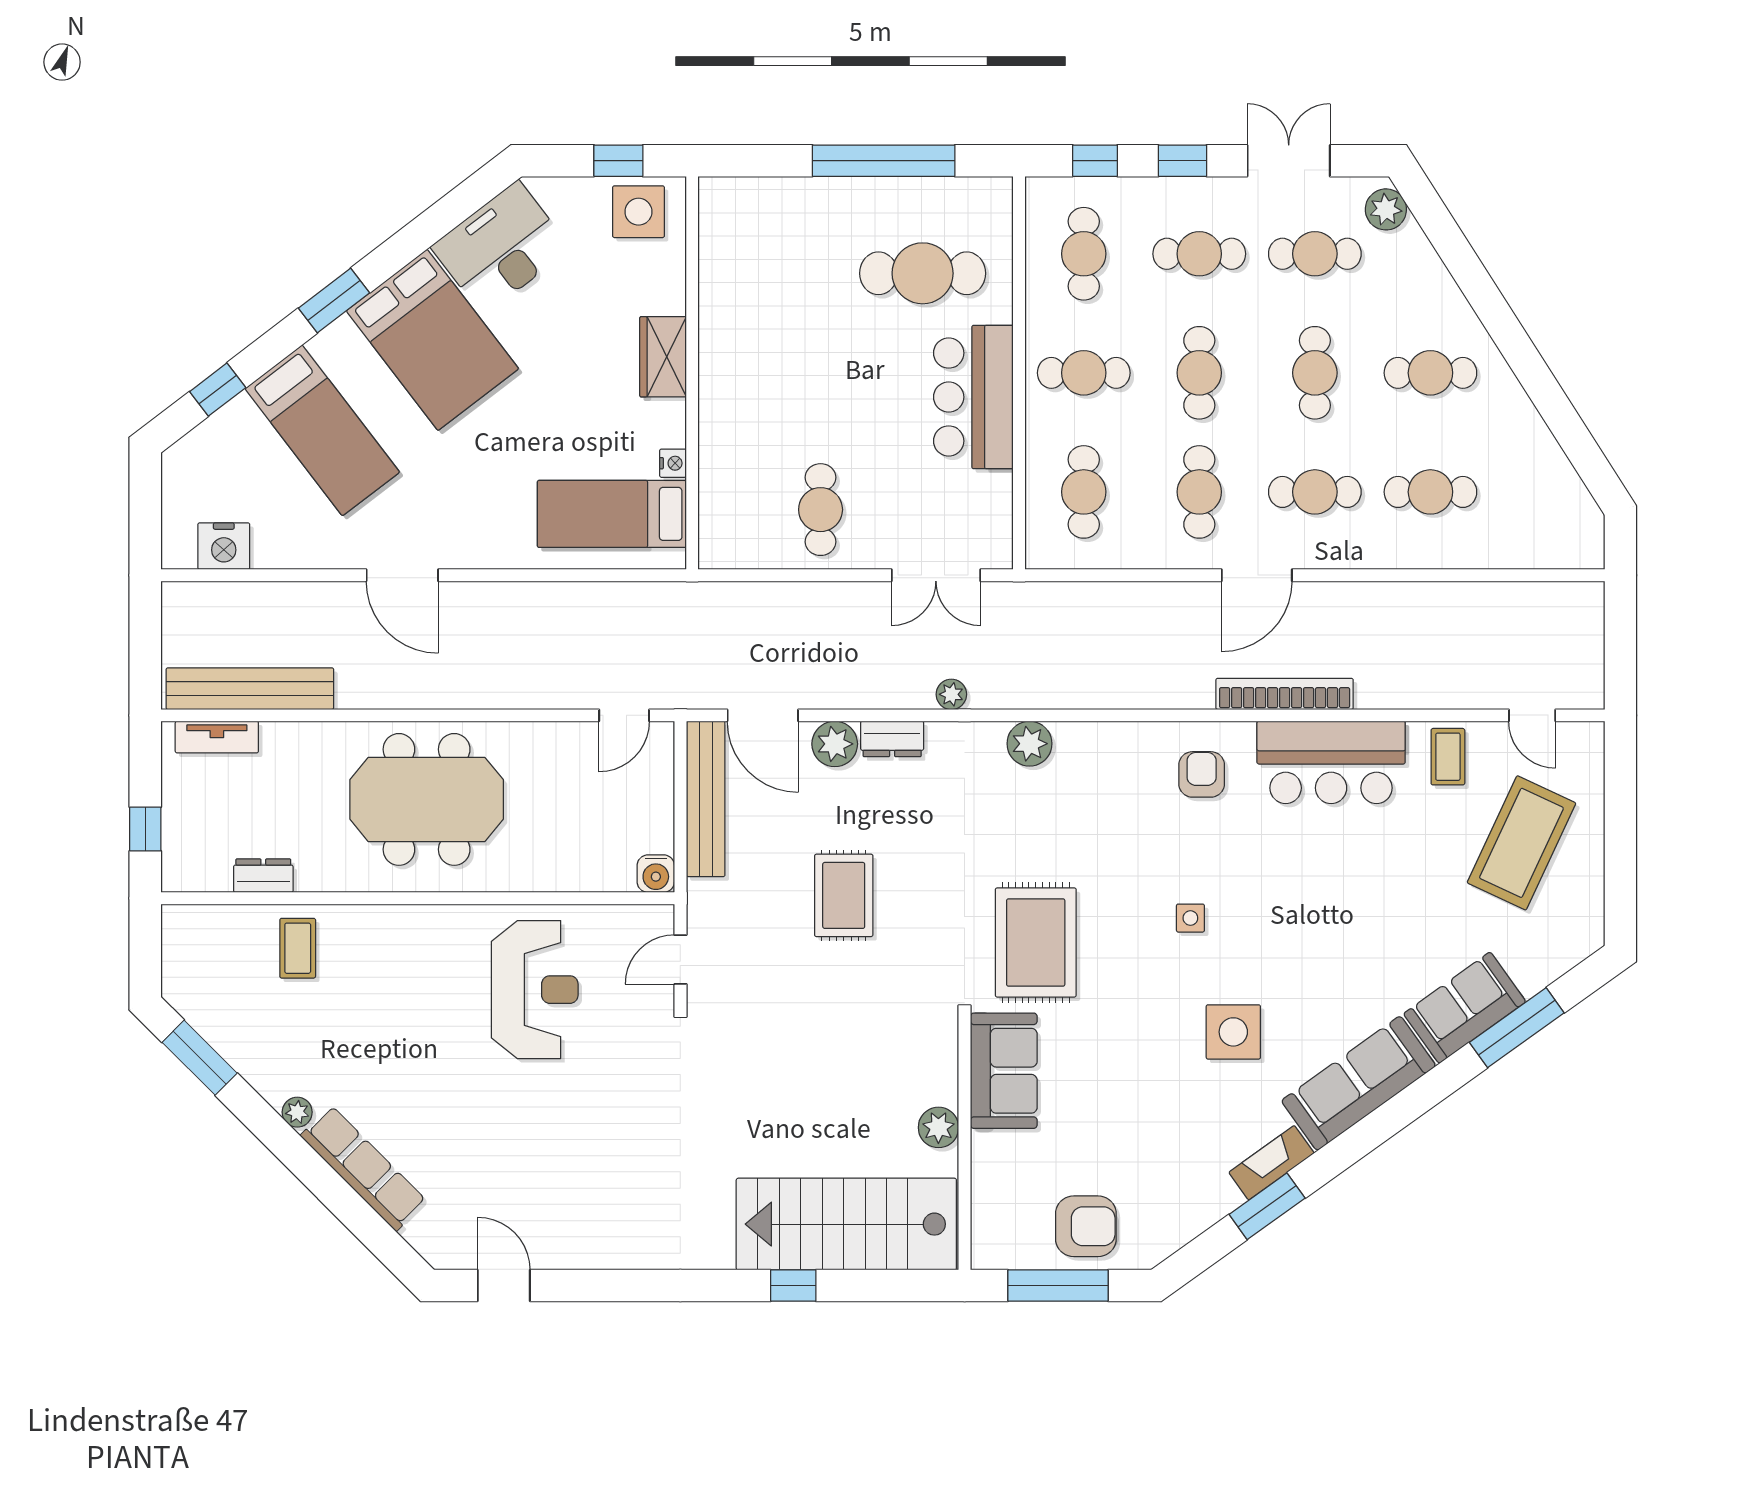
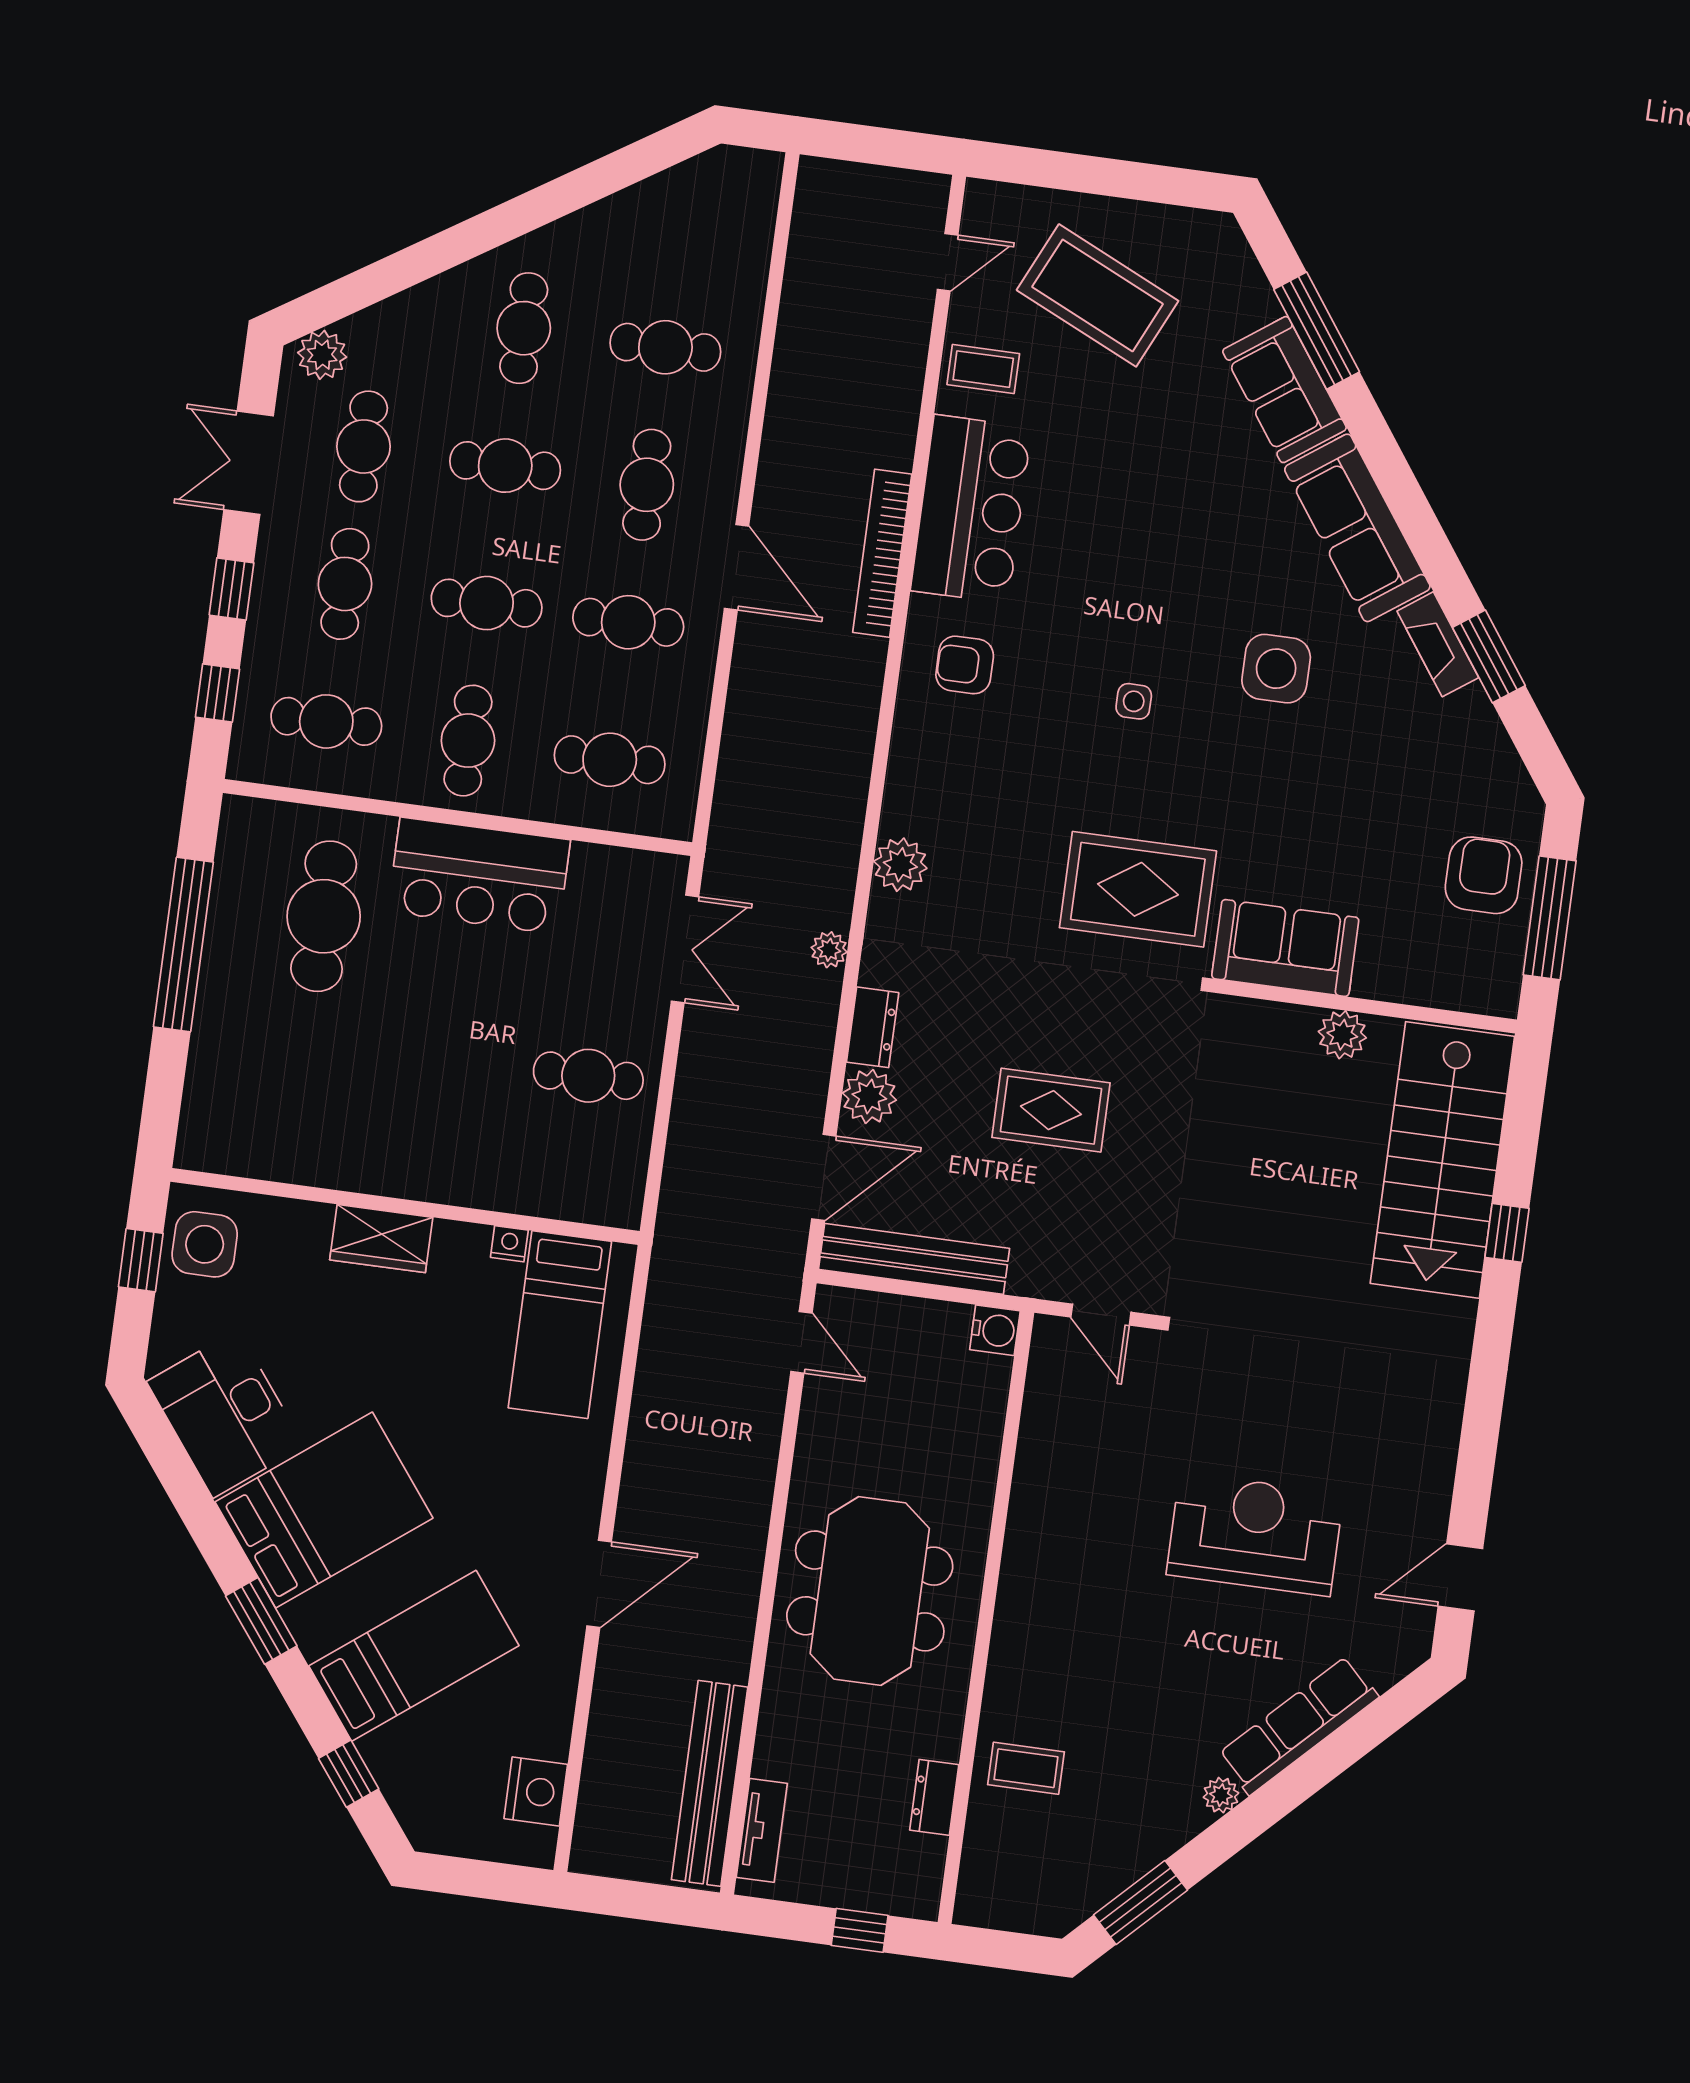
cafe table: (1430, 492) -> (665, 347), turned 90
reception desk: (535, 990) -> (1255, 1534), moved

